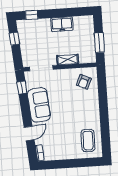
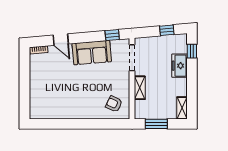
shelving: (83, 20) -> (182, 108), added
freezer: (62, 24) -> (179, 66), moved
coffee table: (88, 141) -> (49, 104), removed

